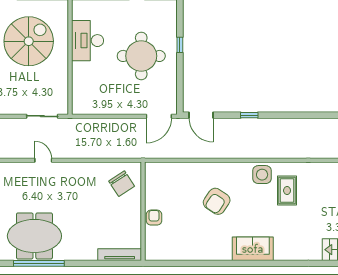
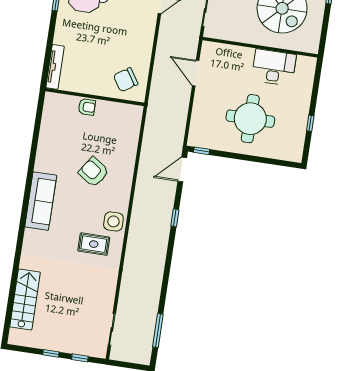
window: (180, 45) -> (202, 151), moved
door: (159, 116) -> (196, 73), moved
sofa: (253, 249) -> (41, 201), width x1.36

